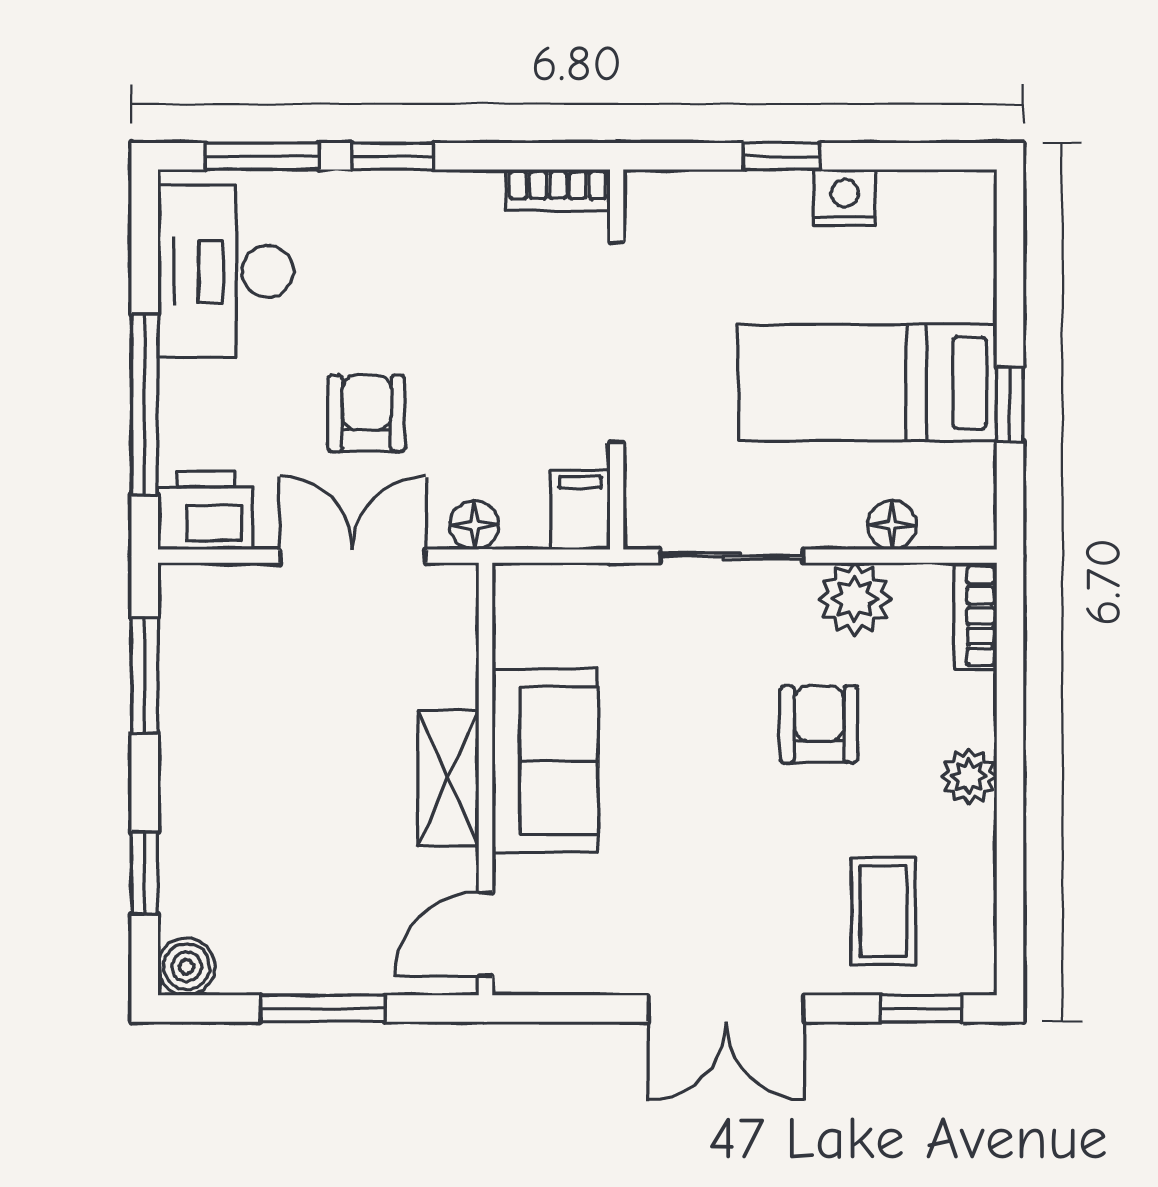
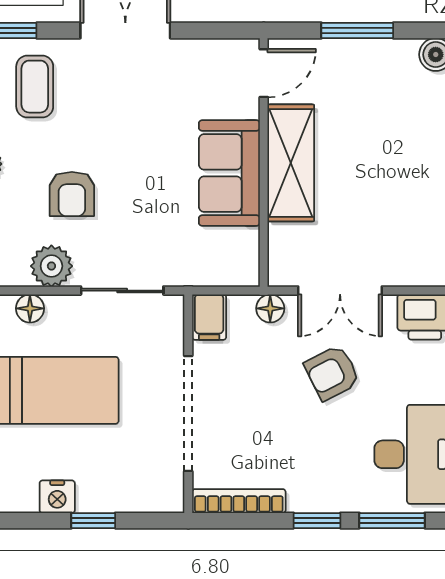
bookcase: (558, 190) -> (239, 501), width x1.56
armchair: (366, 413) -> (332, 373), turned 63
shelving: (448, 778) -> (291, 163), width x1.50, depth x1.33

